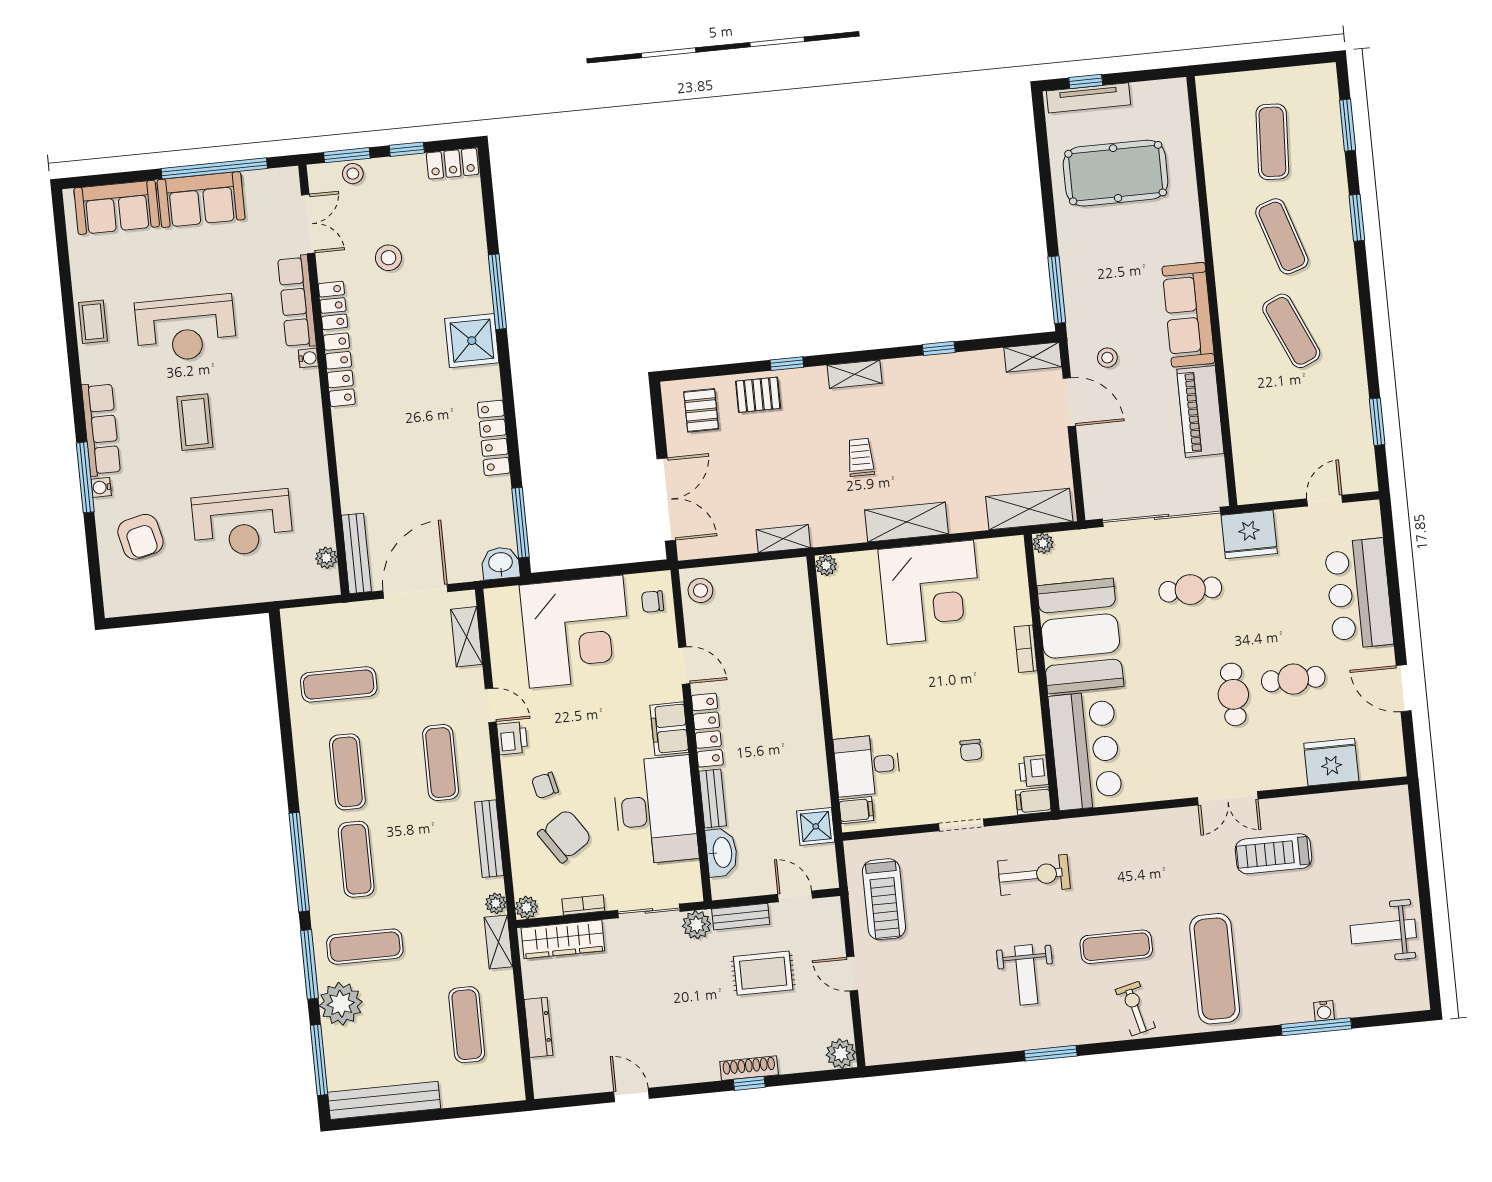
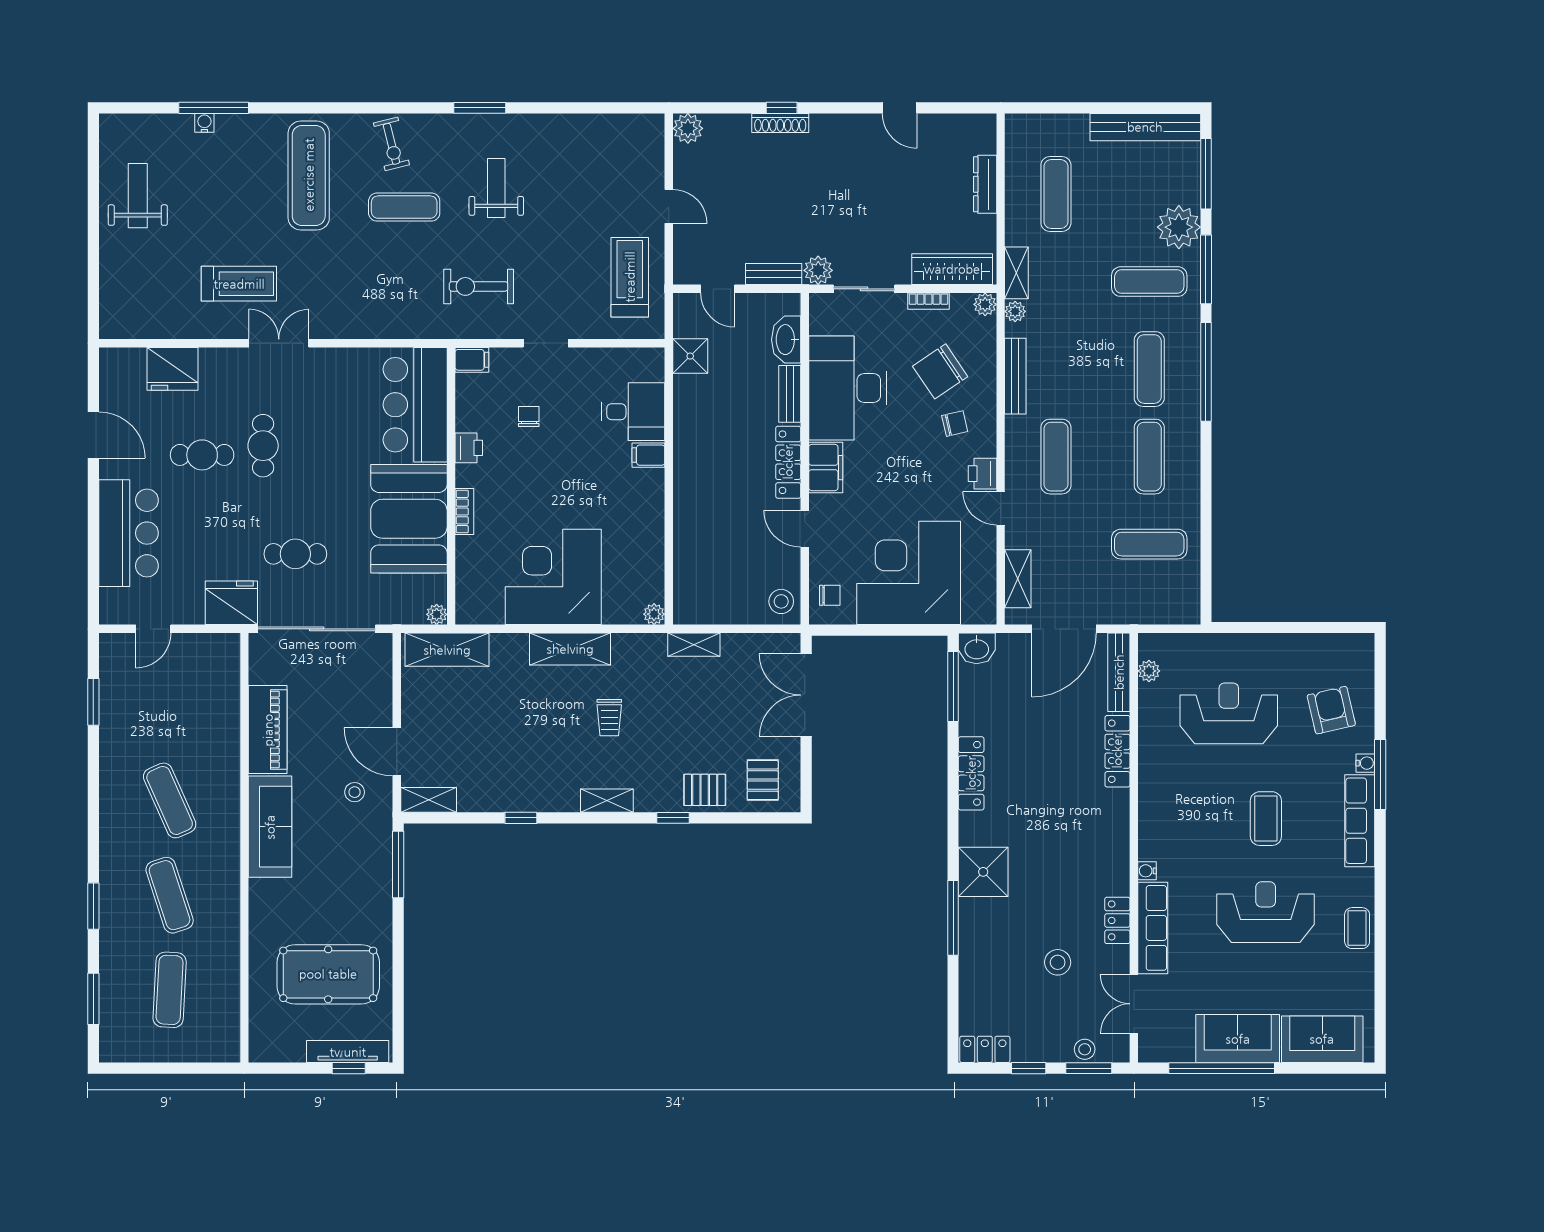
locker: (339, 370) -> (1117, 751), moved
printer: (1033, 771) -> (469, 448), moved
filing cabinet: (856, 810) -> (648, 455), moved
weight bench: (1383, 931) -> (138, 196), turned -90
rug: (763, 973) -> (757, 216), removed

